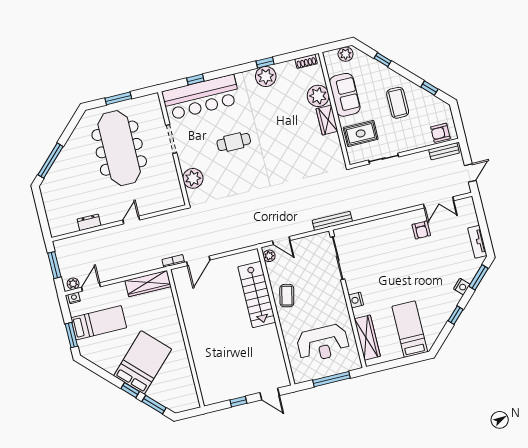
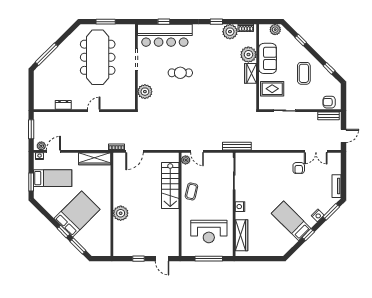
plant: (266, 76) -> (230, 32), moved
bed: (410, 329) -> (291, 221), moved, turned -45
plant: (200, 347) -> (121, 213), added

